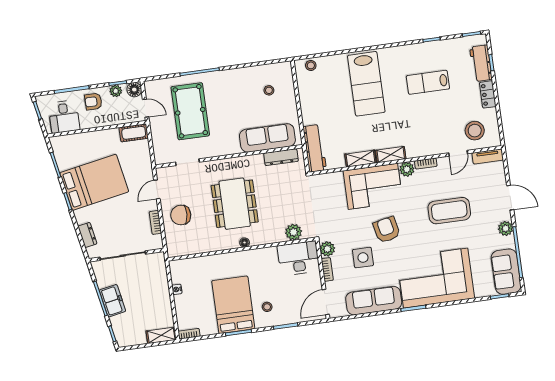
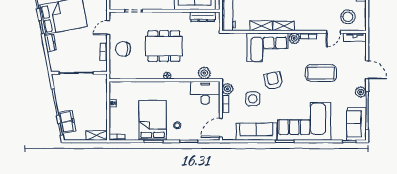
dining table: (235, 204) -> (164, 46), turned 90
dresser: (87, 235) -> (50, 43), moved
freezer: (112, 301) -> (67, 122), moved

